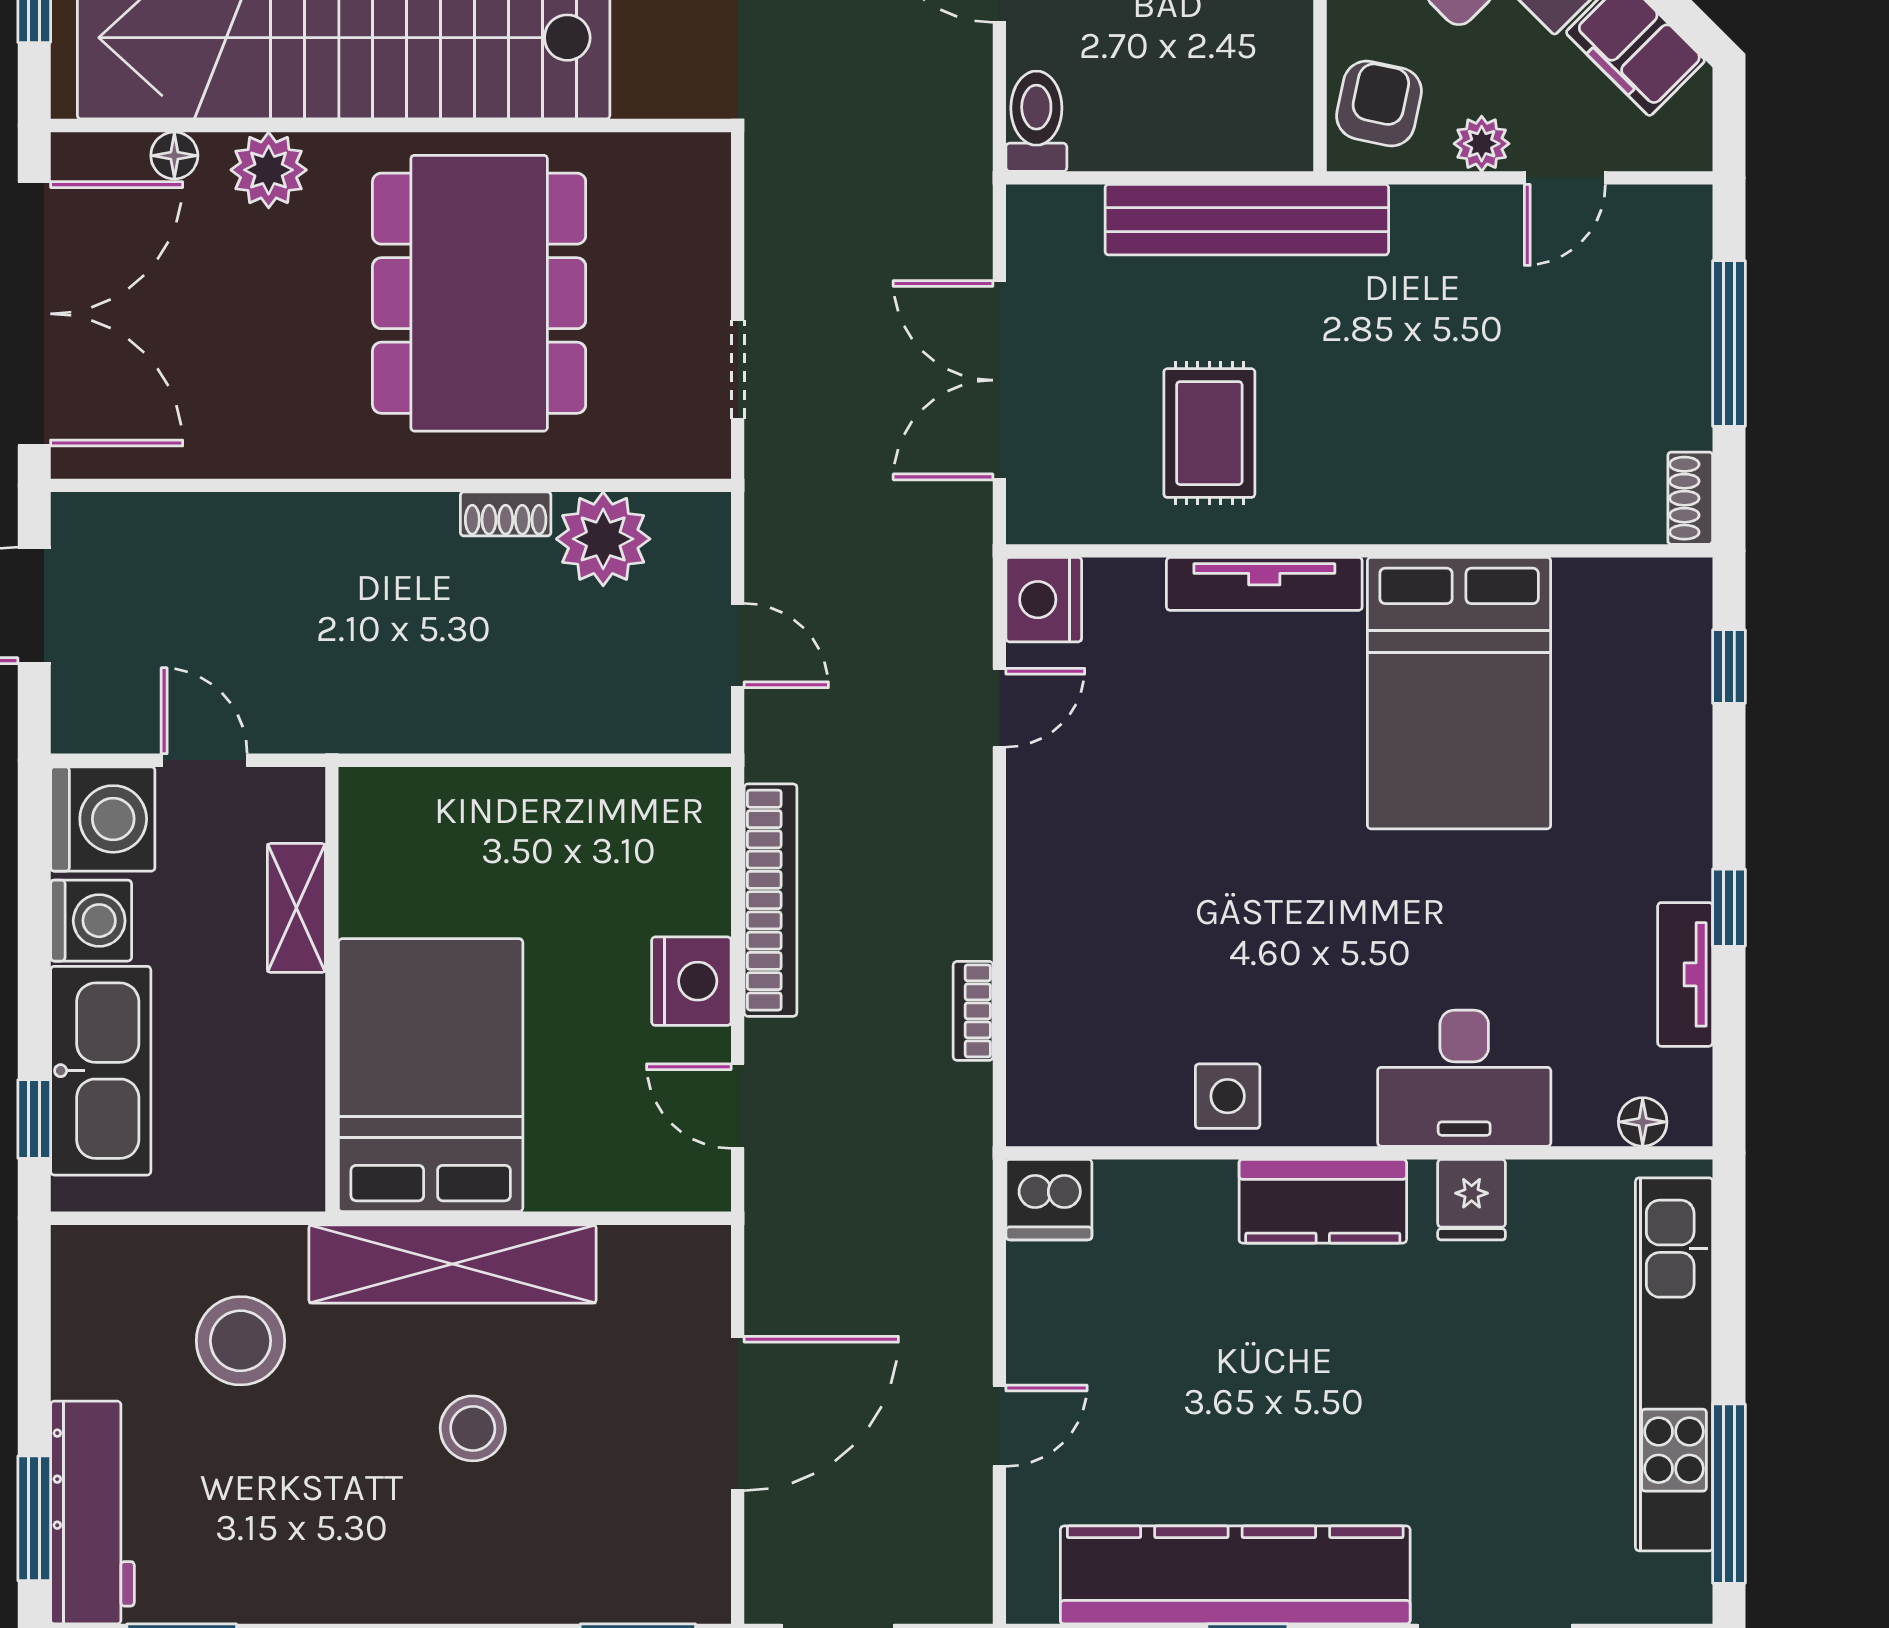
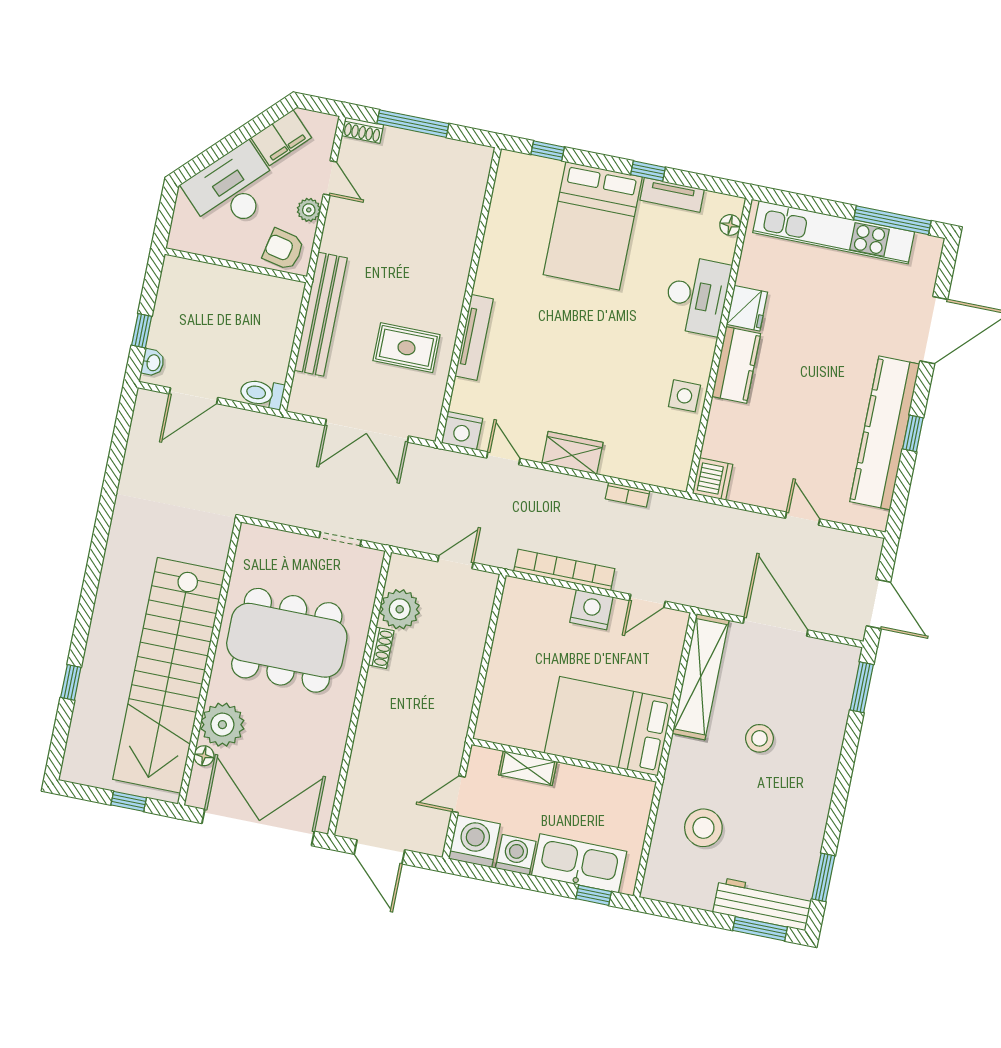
plant: (269, 170) -> (222, 725), width x1.36, depth x1.36
shoe rack: (1690, 498) -> (363, 130), moved
bed: (1459, 693) -> (593, 226), moved, turned 90
wardrobe: (1044, 864) -> (572, 453), added
fridge: (1472, 1200) -> (747, 308), width x1.38
shelving: (453, 1264) -> (701, 677), moved

